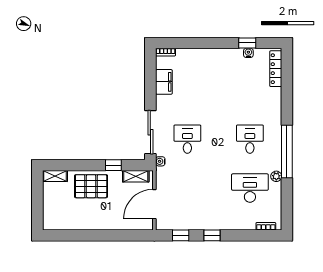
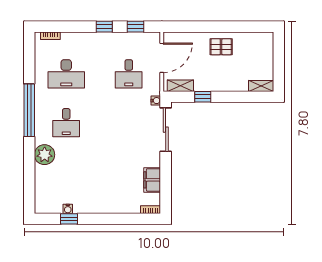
locker: (276, 69) -> (40, 193), removed
desk: (187, 139) -> (129, 74), moved
plant: (276, 176) -> (45, 155), moved, width x1.87, depth x1.87
pallet: (91, 186) -> (221, 47), moved, width x0.67, depth x0.71

